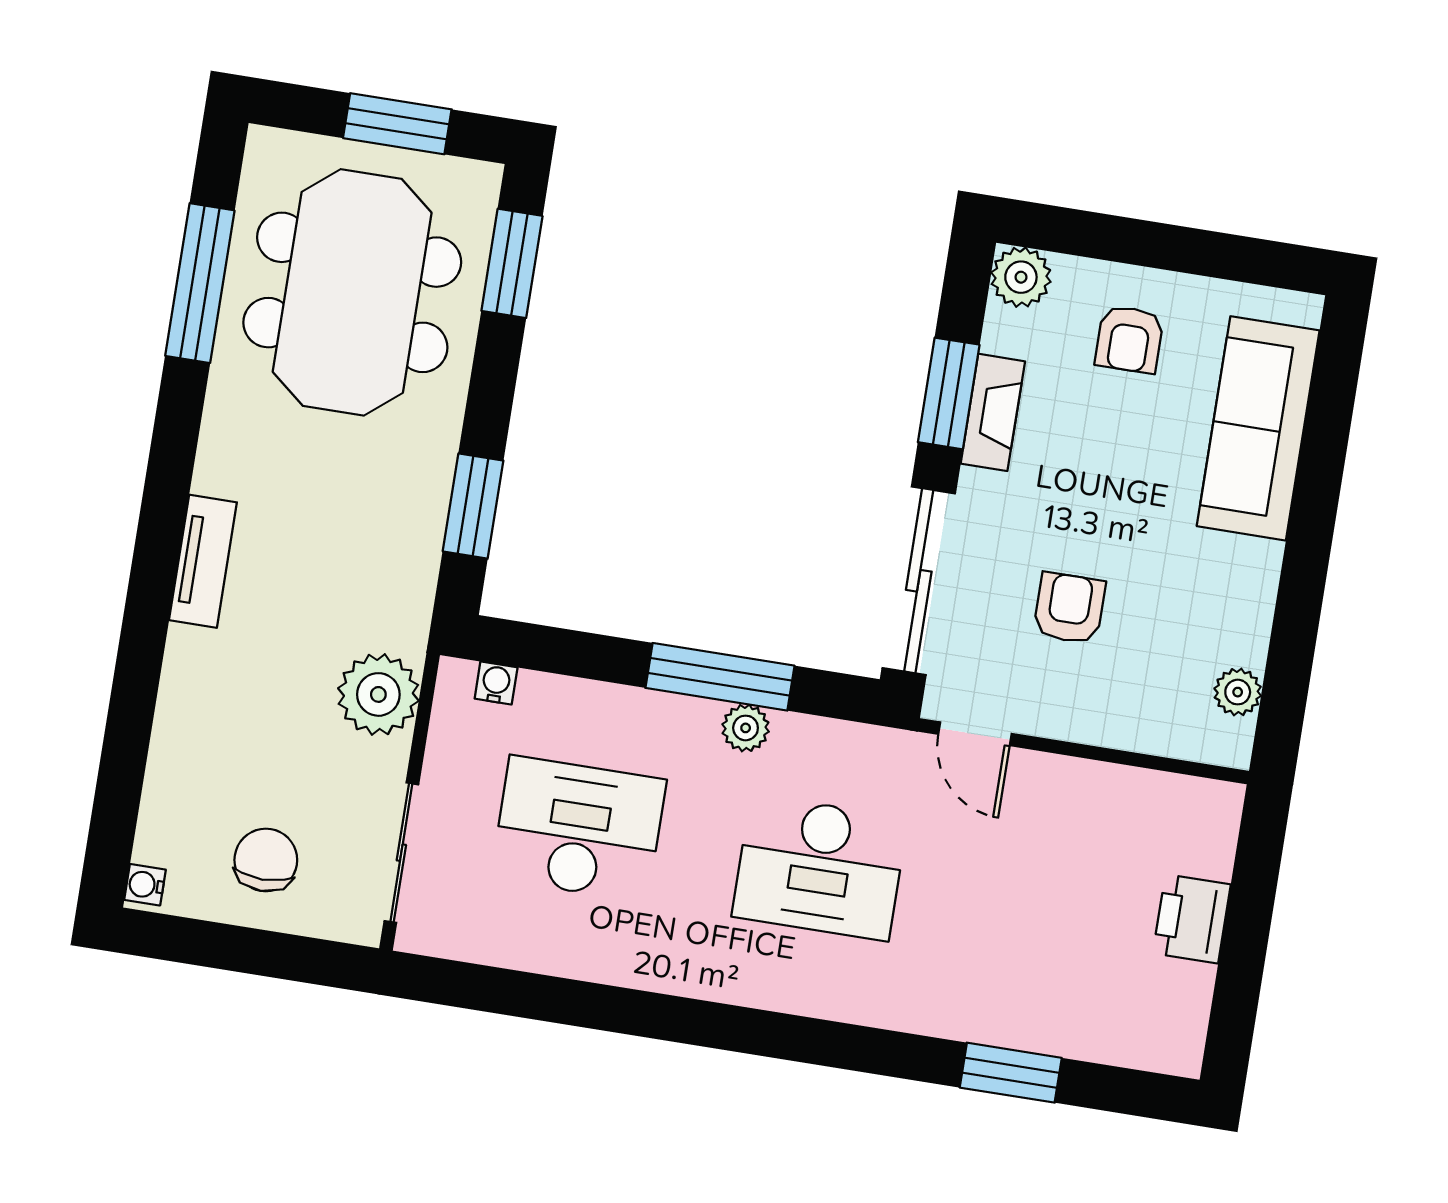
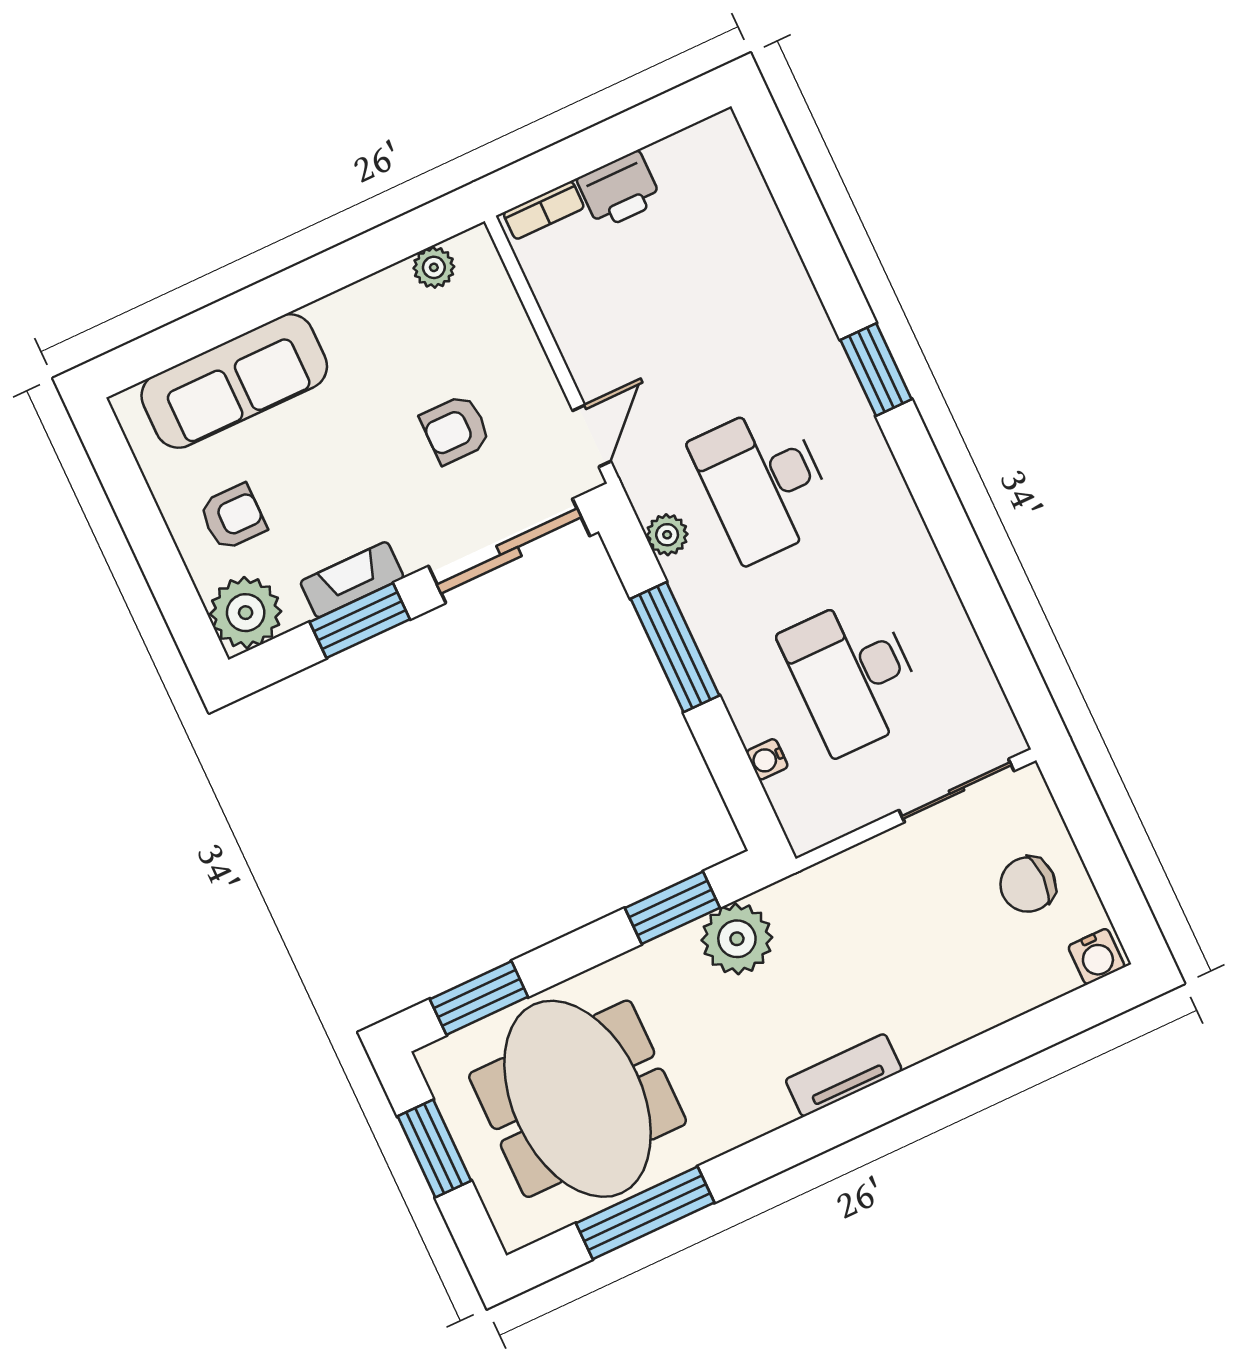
plant: (1021, 277) -> (246, 613), width x1.36, depth x1.36
meeting table: (352, 292) -> (578, 1099), turned 90
water cooler: (496, 683) -> (767, 759), moved
plant: (378, 694) -> (737, 939), moved
plant: (746, 728) -> (667, 535), moved
bookcase: (1221, 834) -> (544, 210), added
desk: (820, 867) -> (763, 483), turned 180
water cooler: (145, 885) -> (1096, 956), width x1.38, depth x1.38
window: (1011, 1073) -> (876, 370), moved

